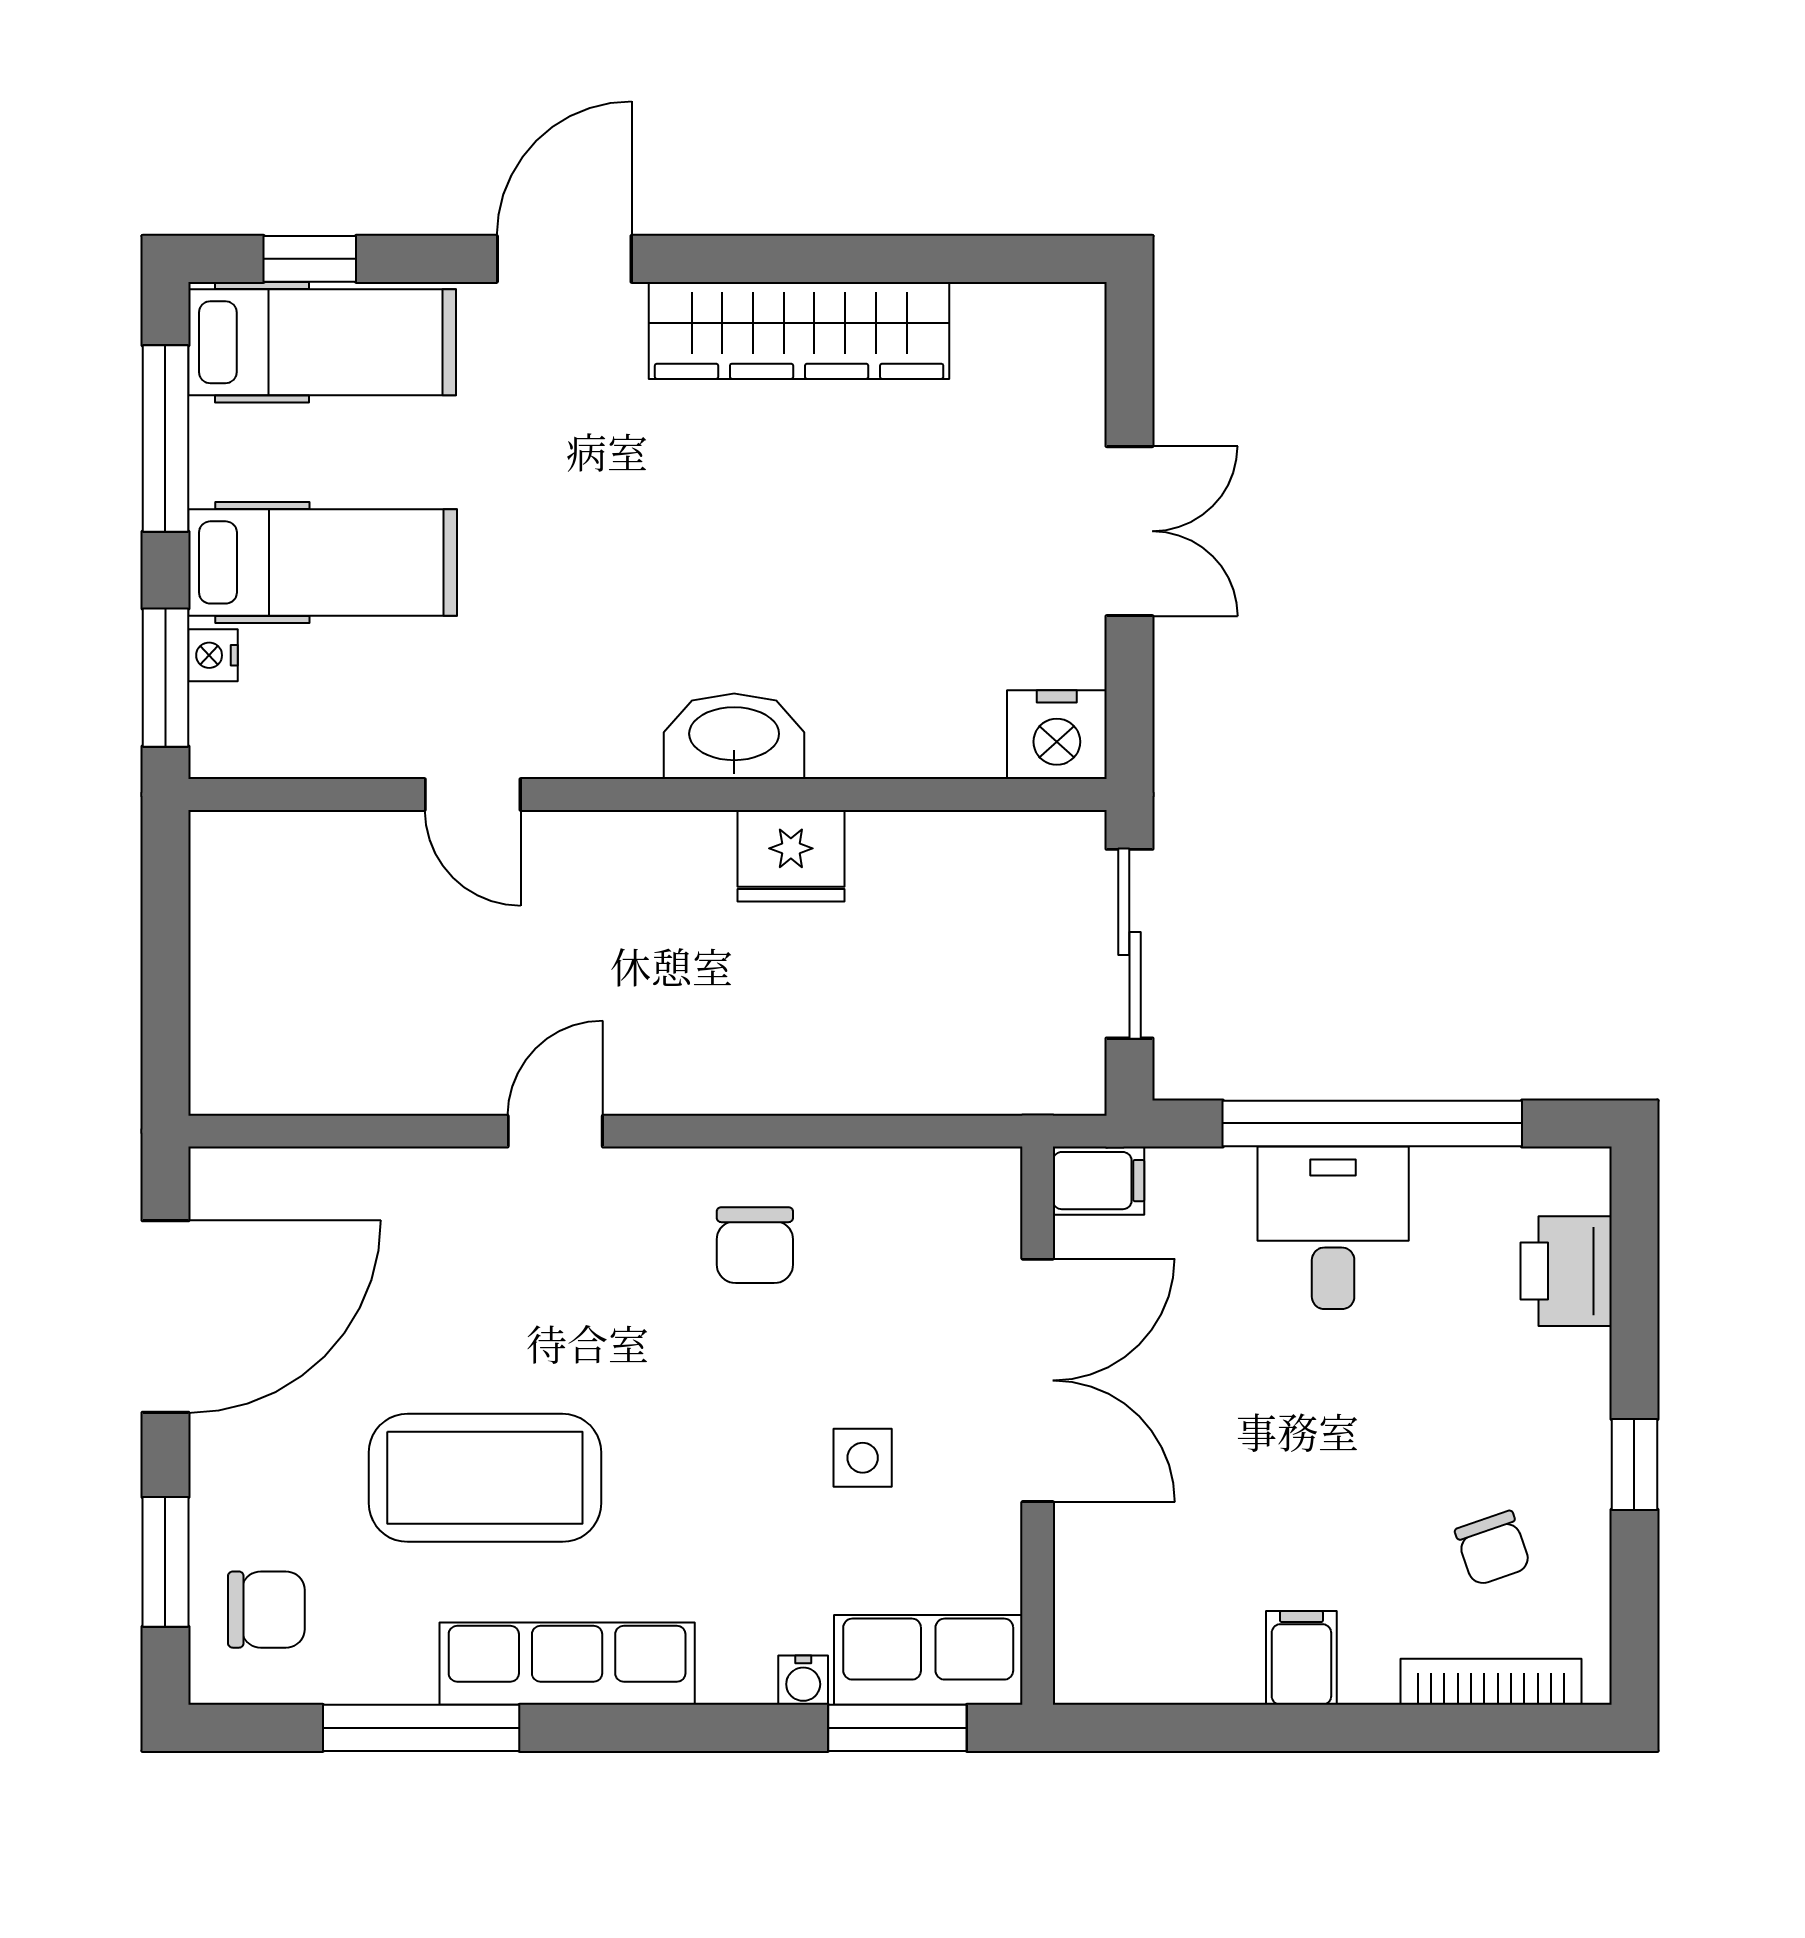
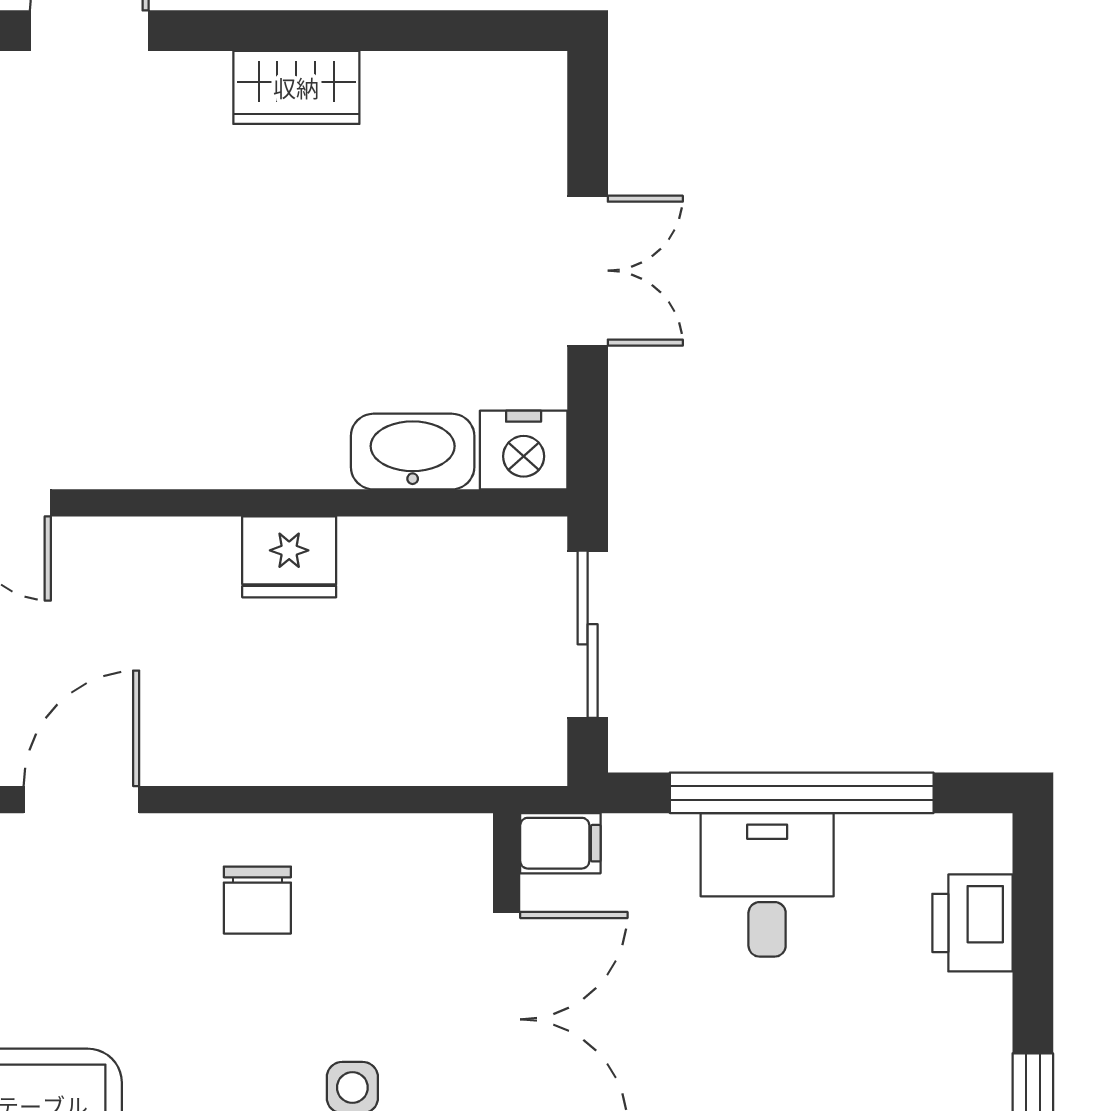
wardrobe: (799, 330) -> (296, 87), width x0.48, depth x0.85
washbasin: (734, 736) -> (413, 452), moved
door: (555, 1131) -> (81, 800), width x1.38

